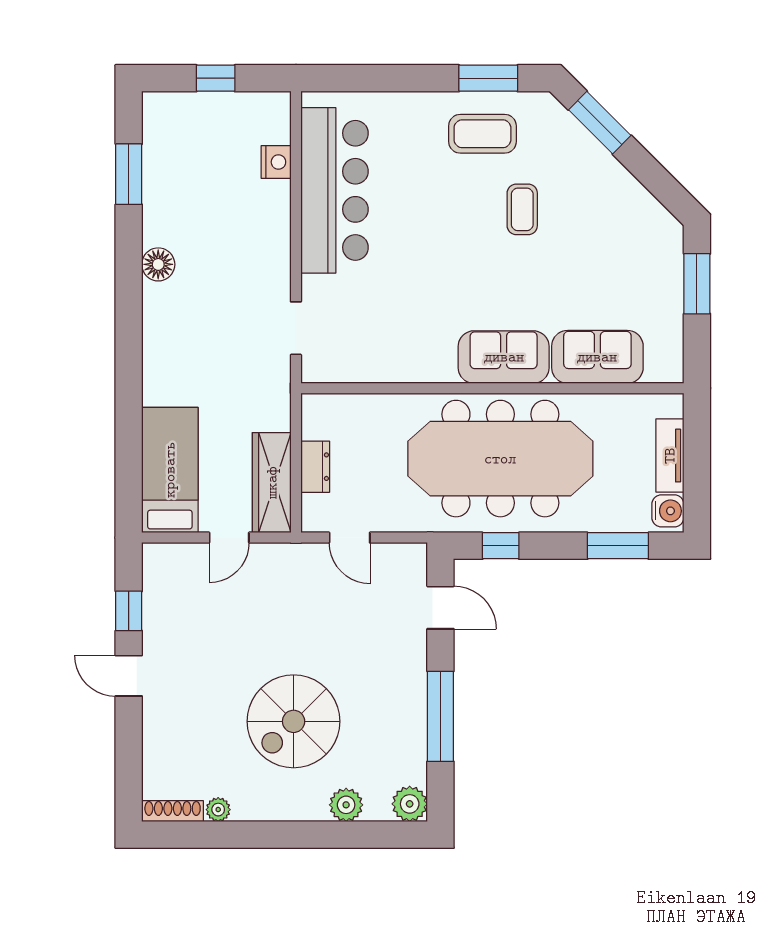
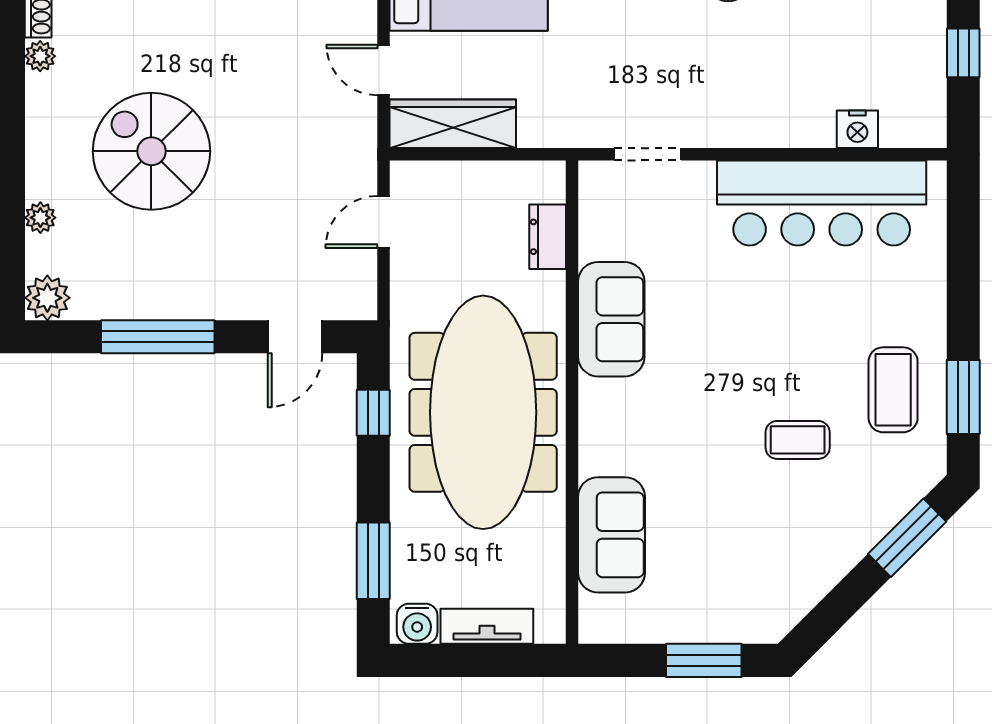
sofa: (504, 357) -> (611, 319), moved
dresser: (315, 467) -> (548, 237), moved, turned 90
plant: (346, 805) -> (40, 218), width x0.73, depth x0.73

